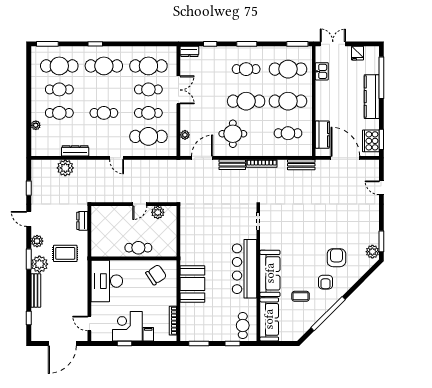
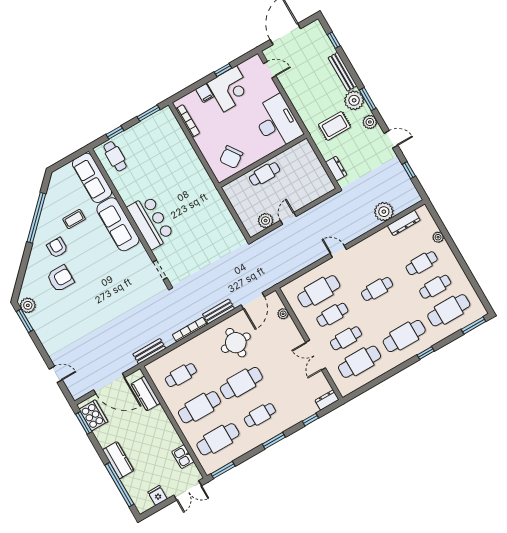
kitchen counter: (372, 97) -> (118, 460), width x0.67
dresser: (75, 151) -> (404, 223), moved
armchair: (336, 258) -> (60, 279), turned -90
bar counter: (245, 269) -> (151, 222), width x0.73
booth: (192, 284) -> (189, 169), removed

